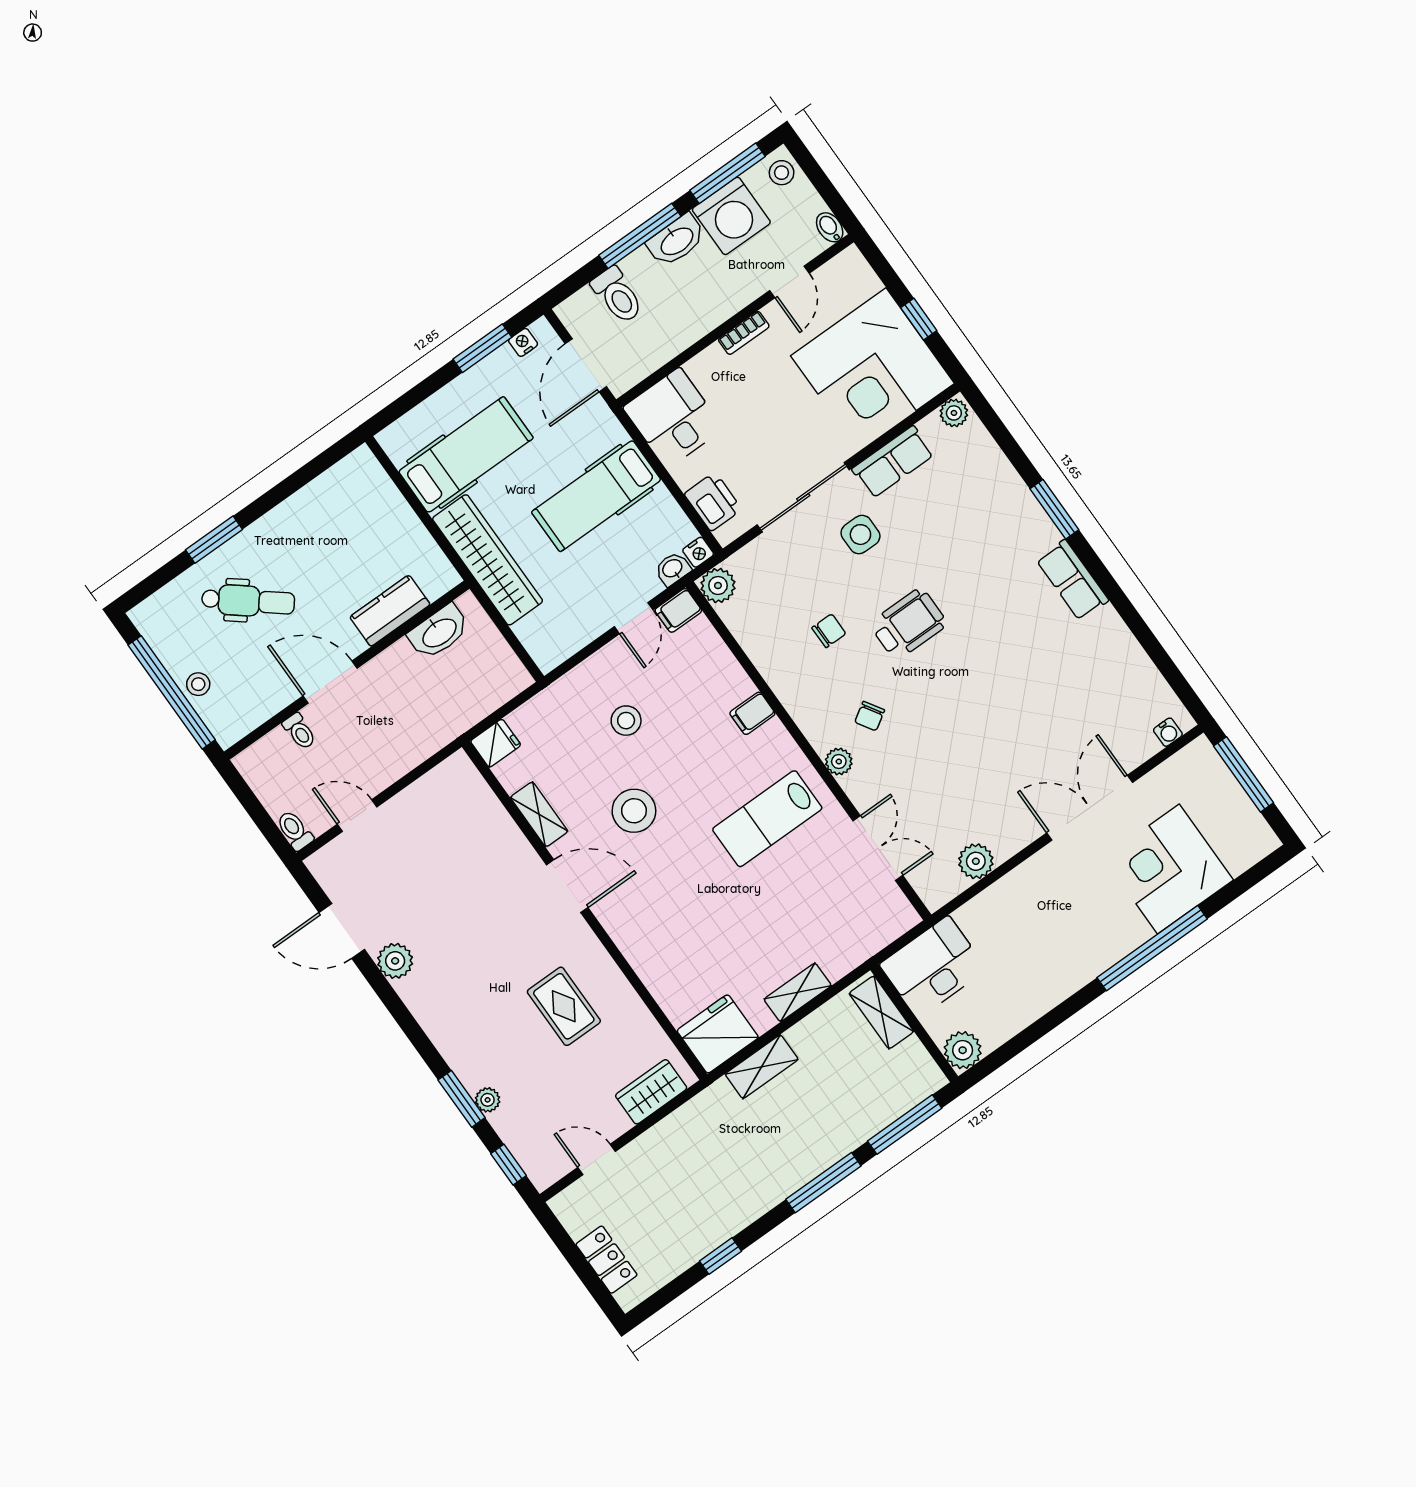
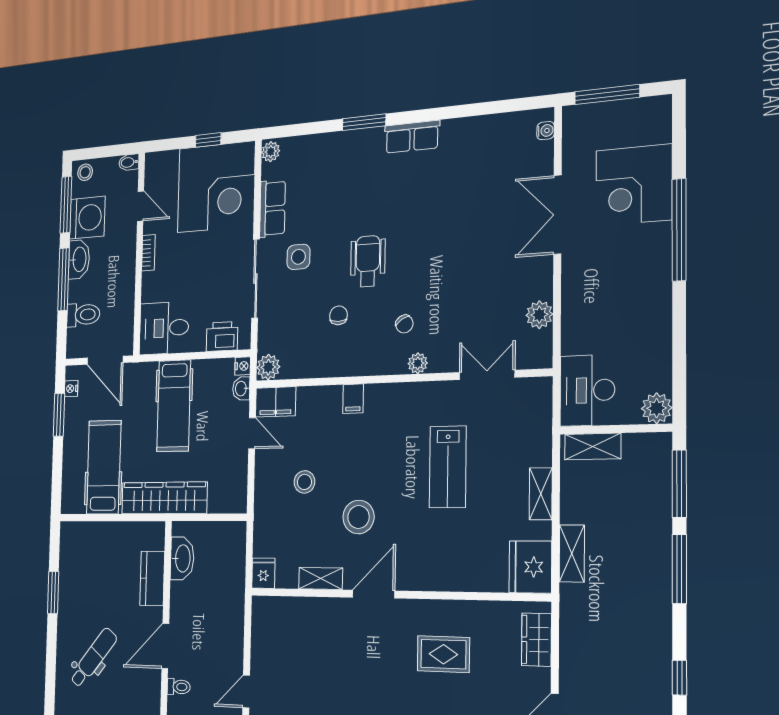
window: (214, 540) -> (53, 593), moved
filing cabinet: (678, 610) -> (276, 402), width x2.00
lab bench: (767, 819) -> (448, 467), moved

